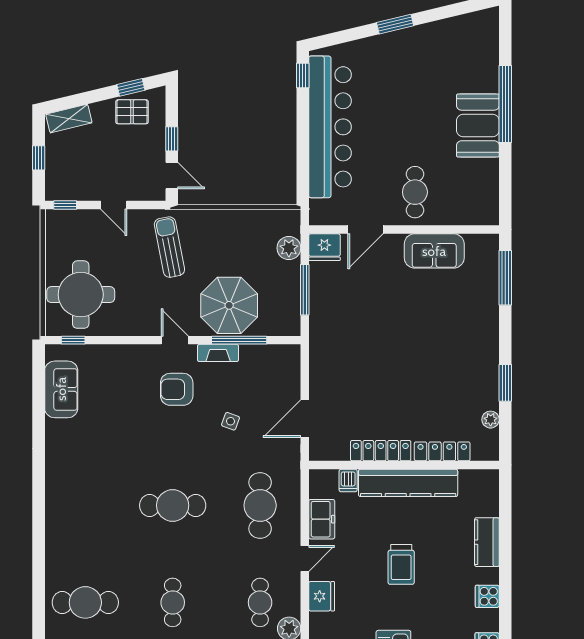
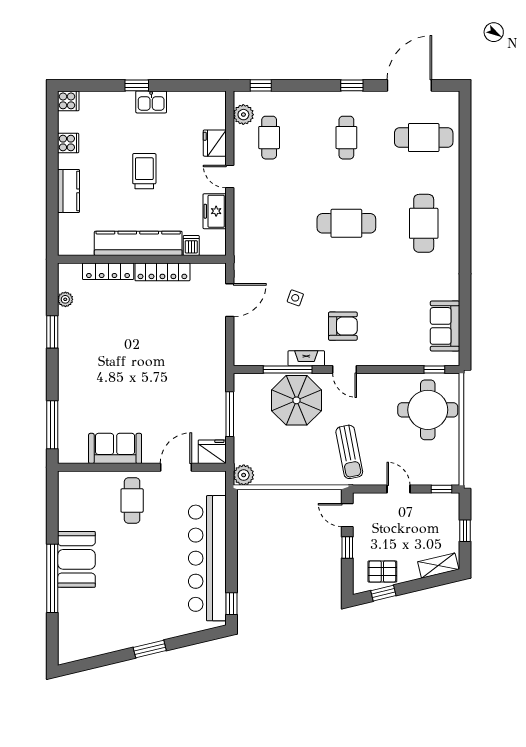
plant: (289, 248) -> (244, 475), moved
cafe table: (260, 505) -> (424, 223), moved
door: (305, 558) -> (230, 177), hinge flipped

